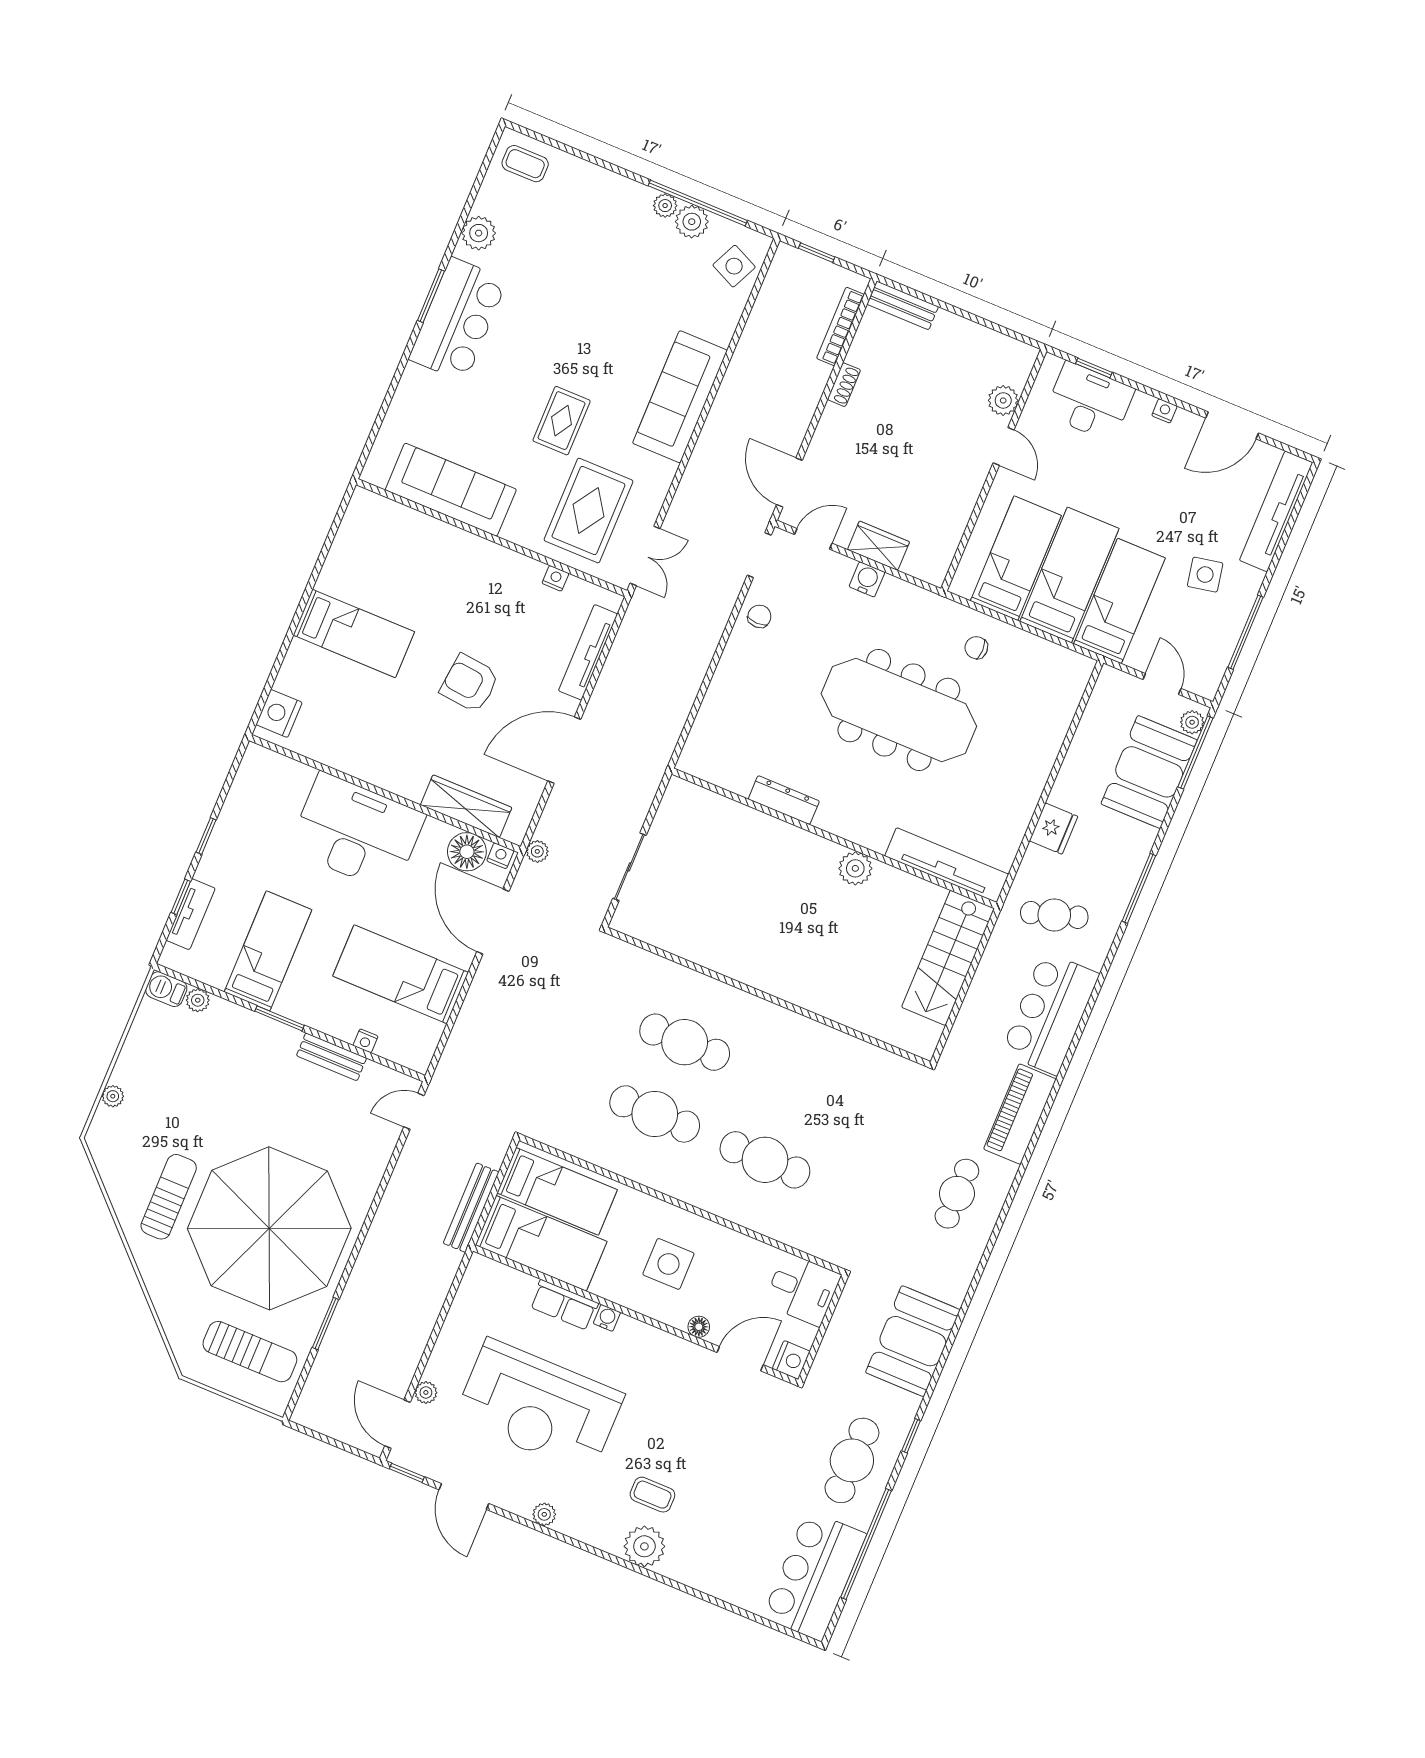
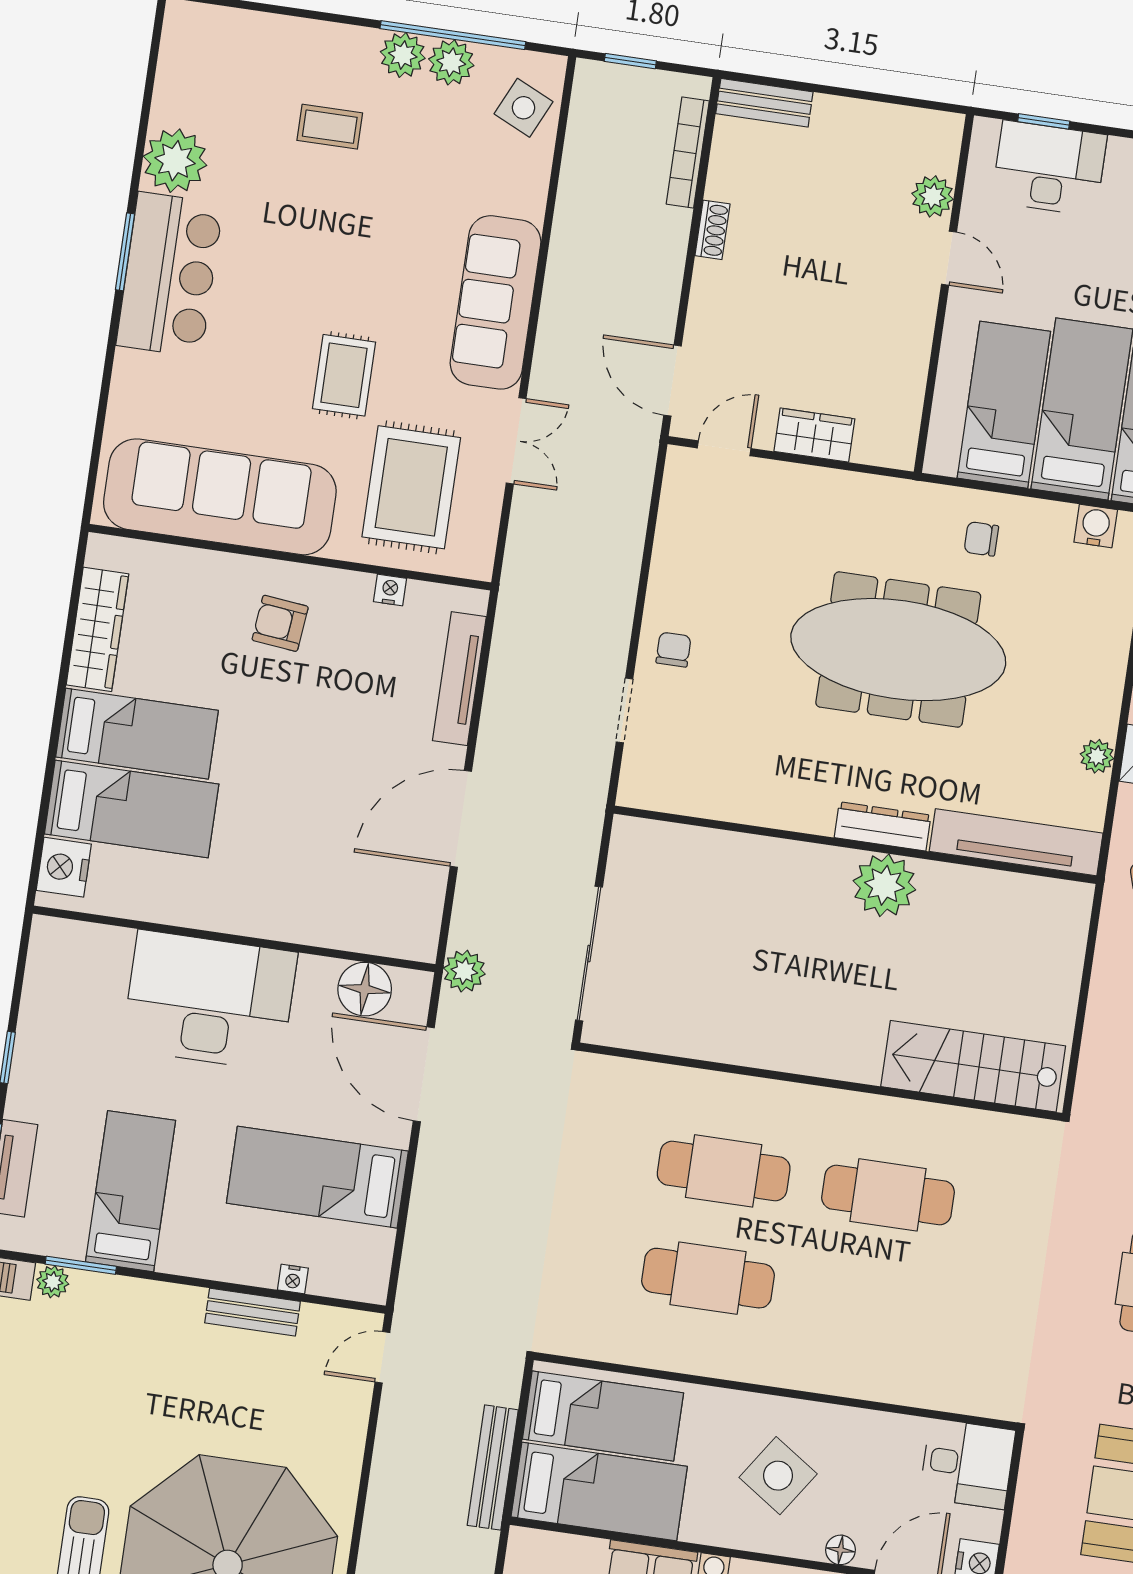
coffee table: (525, 164) -> (330, 127), moved
plant: (665, 206) -> (403, 55), width x1.38, depth x1.38
plant: (479, 233) -> (175, 161), width x1.36, depth x1.36
sofa: (451, 490) -> (220, 497), width x1.36, depth x1.27
doorway: (759, 555) -> (624, 710), moved
double door: (645, 556) -> (516, 441), moved
water cooler: (867, 579) -> (1096, 526), moved
chair: (759, 616) -> (673, 650), moved
armchair: (470, 683) -> (280, 623), moved, width x0.72, depth x0.72
bed: (337, 685) -> (132, 809), added
dresser: (784, 800) -> (883, 826), moved
wardrobe: (466, 806) -> (97, 629), moved, turned 90
plant: (1018, 820) -> (1097, 756), added
plant: (537, 851) -> (464, 971), width x1.38, depth x1.38
nightstand: (500, 856) -> (411, 983), removed
sliding door: (629, 867) -> (589, 954), width x1.37
plant: (855, 868) -> (884, 885), width x1.36, depth x1.36
stairs: (948, 958) -> (973, 1066), moved, turned 90
window: (280, 1018) -> (81, 1265), moved
cafe table: (765, 1160) -> (888, 1195), moved
side table: (668, 1264) -> (778, 1476), turned 34

